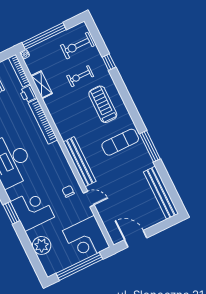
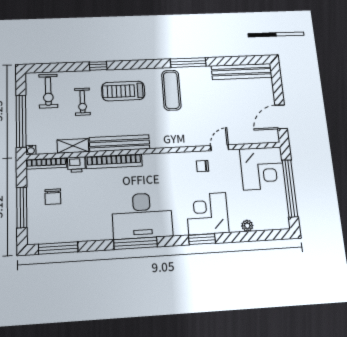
window: (109, 62) -> (98, 66), moved
bench: (80, 162) -> (119, 143), moved
plant: (42, 245) -> (247, 226), width x0.53, depth x0.53

